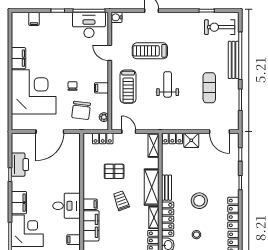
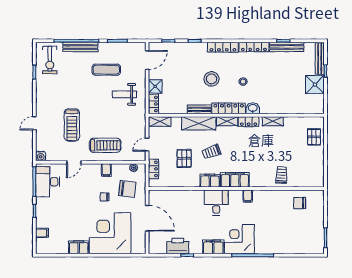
weight bench: (168, 84) -> (124, 94), moved
filing cabinet: (90, 204) -> (210, 181), width x2.00

